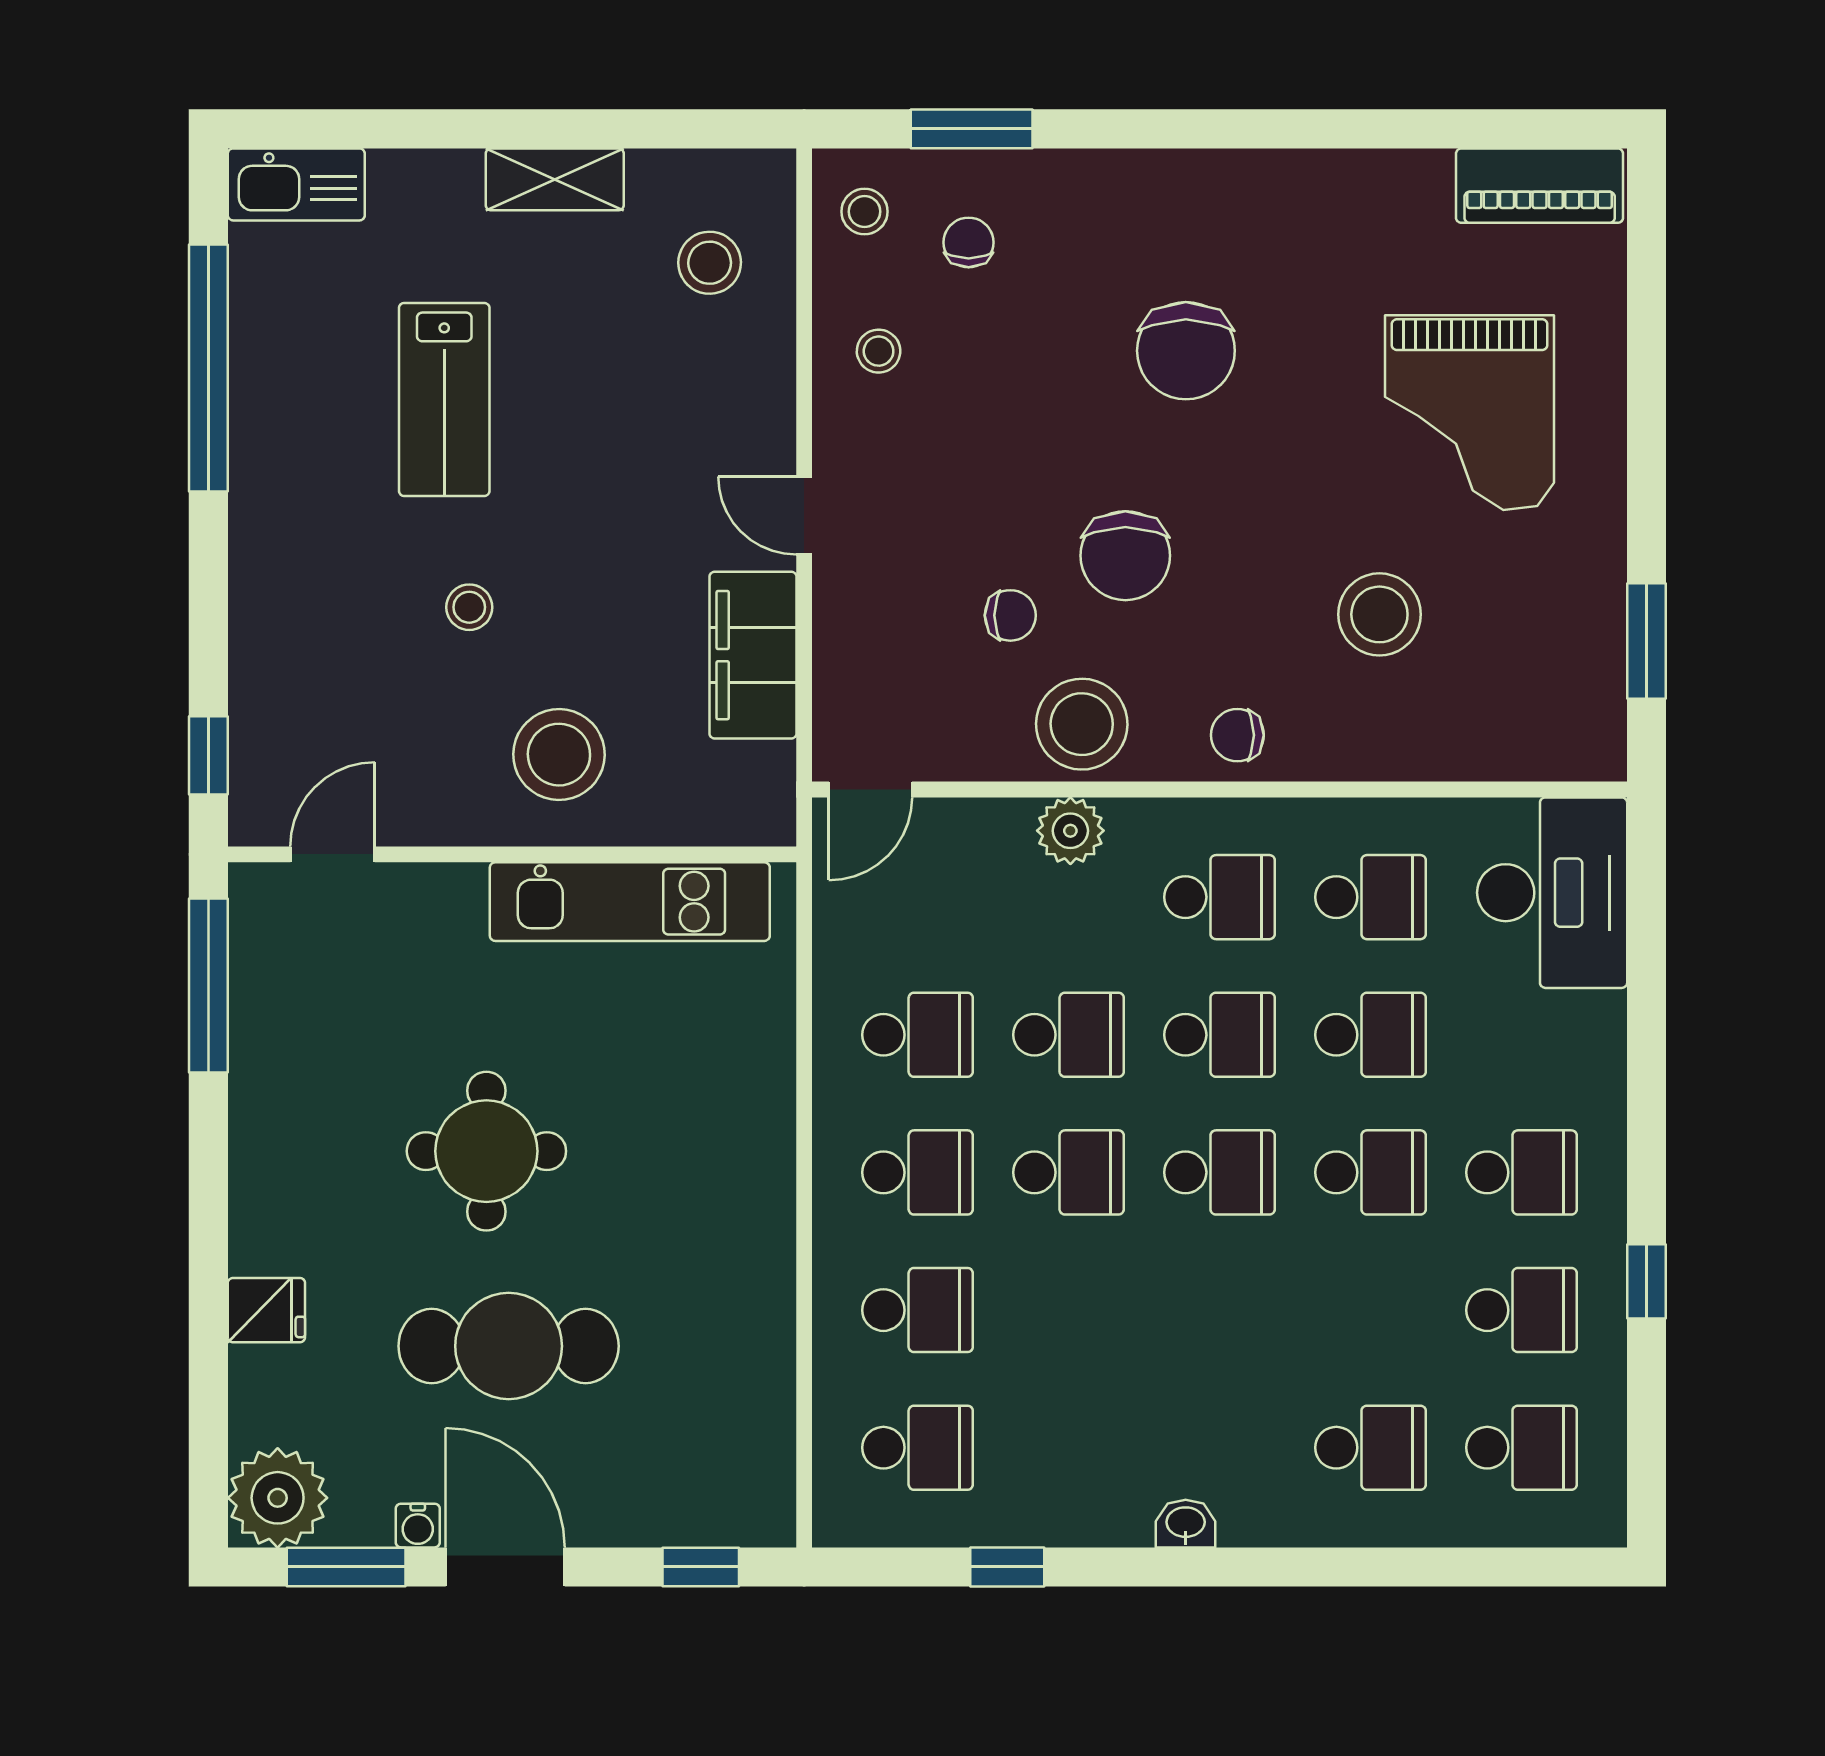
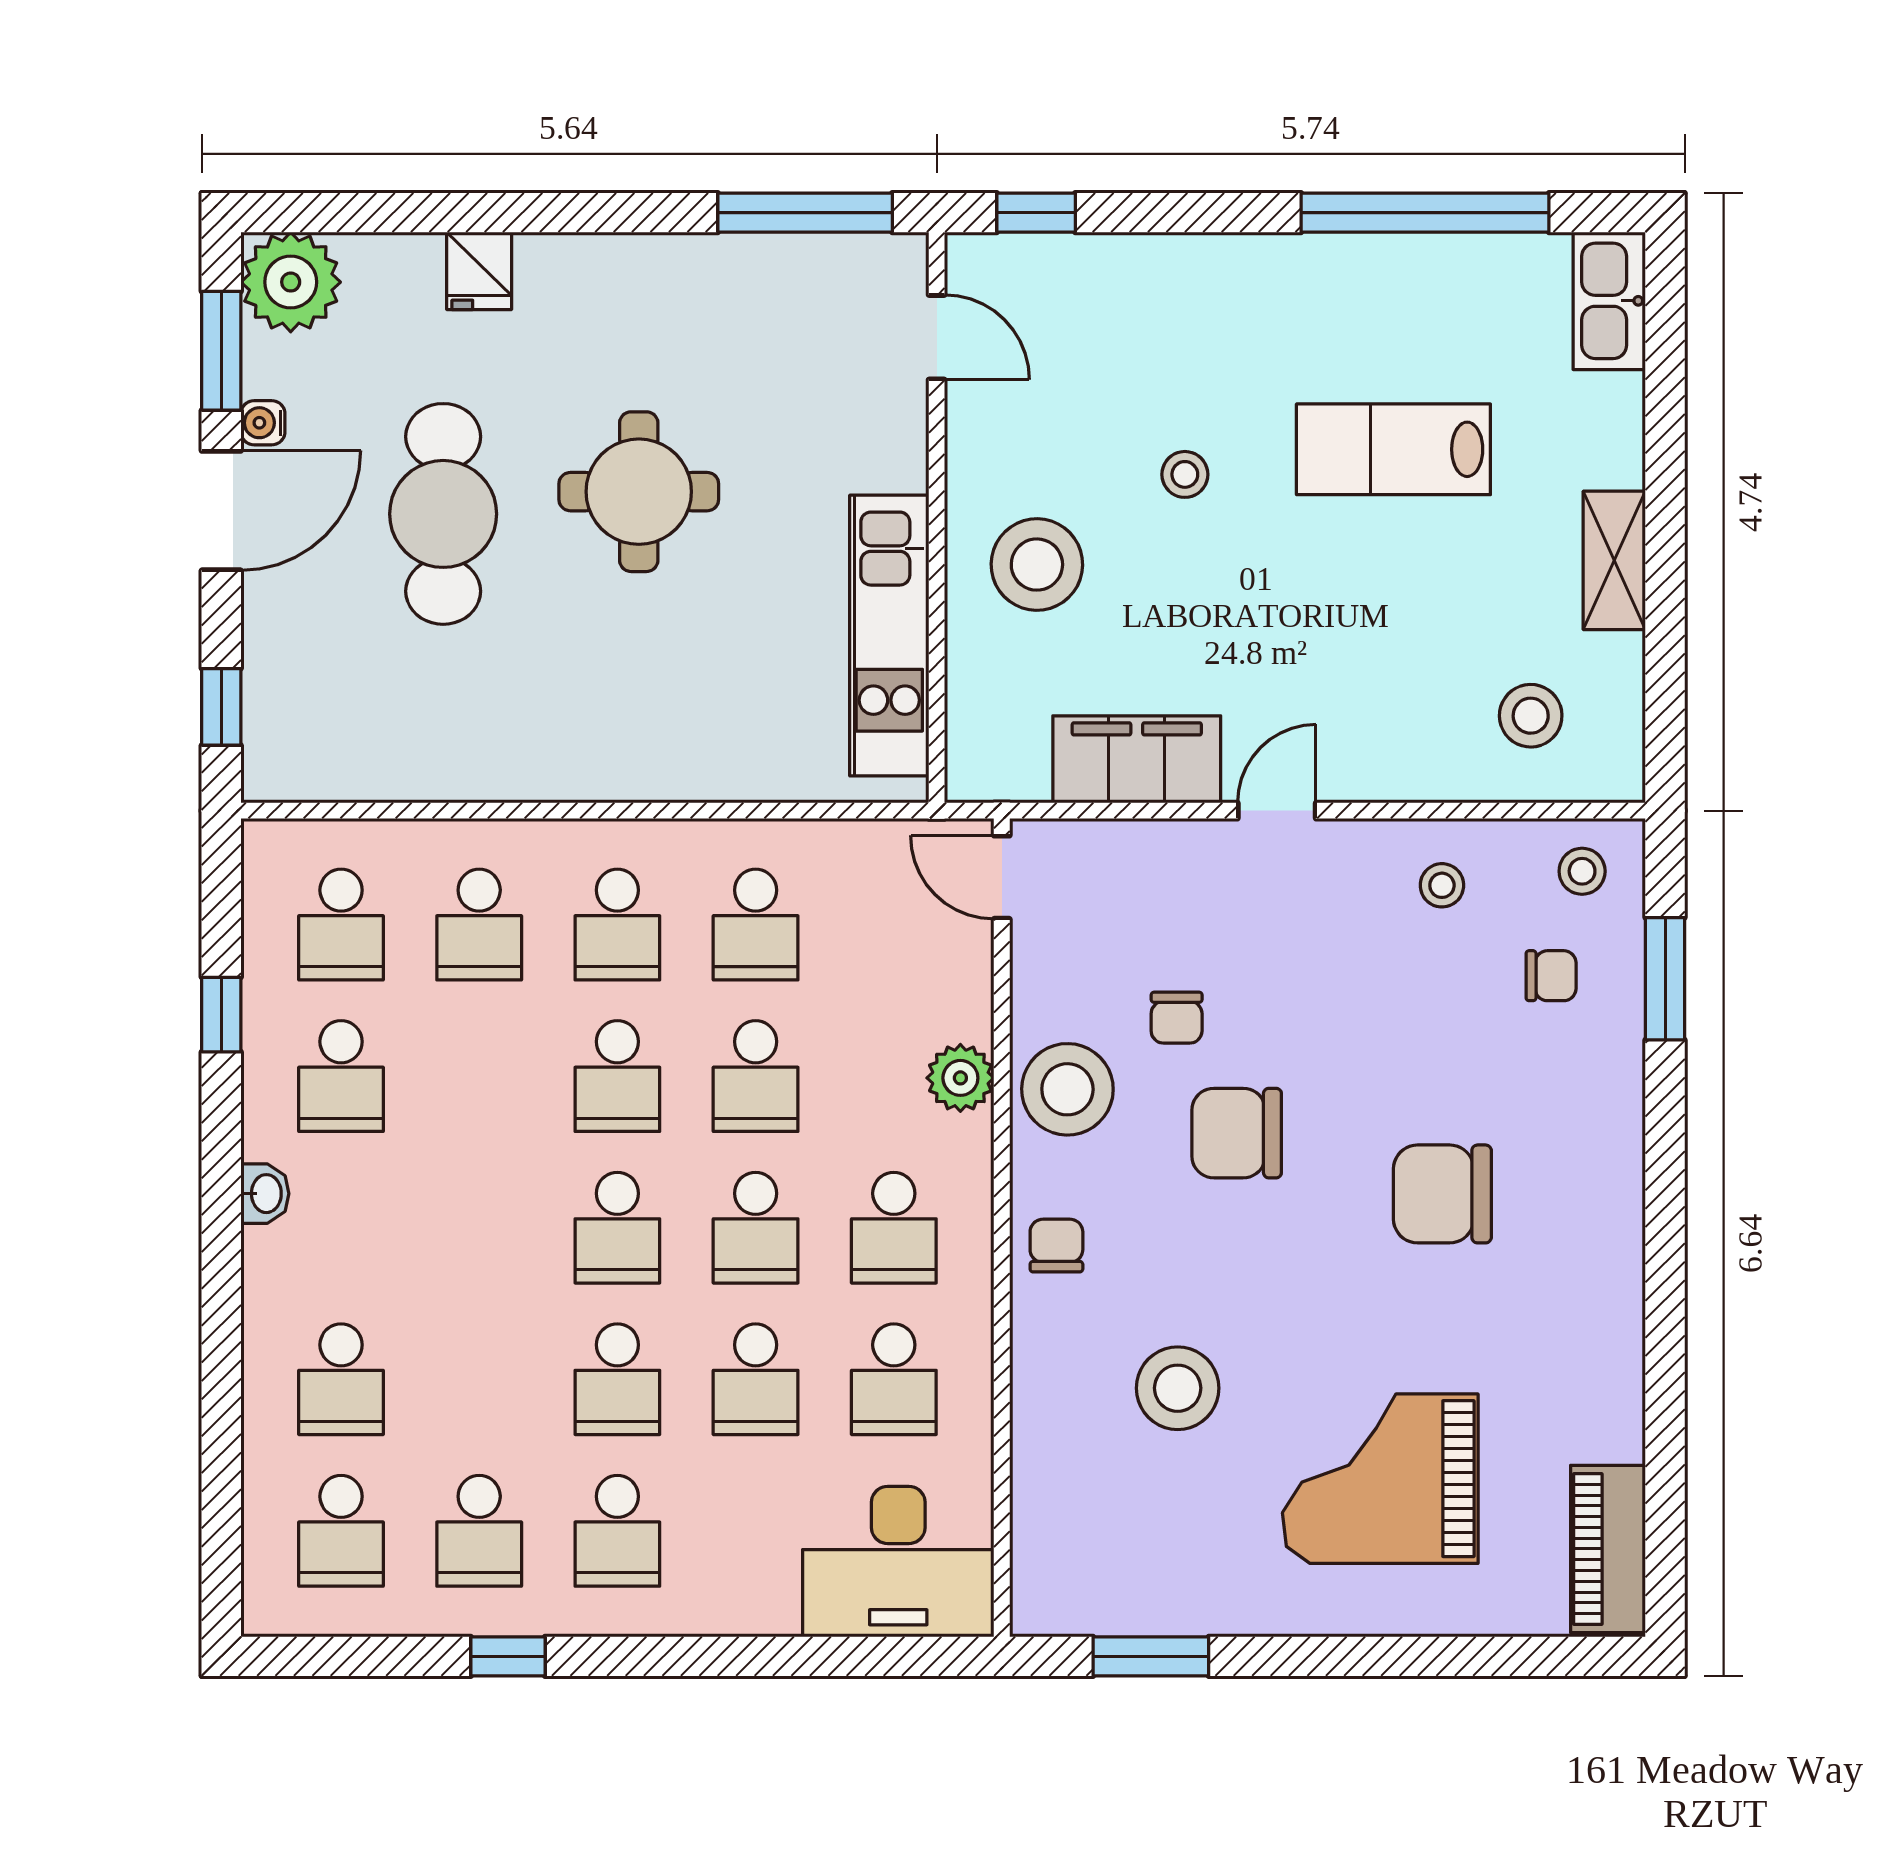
school desk: (1069, 1448) -> (341, 1076), added

